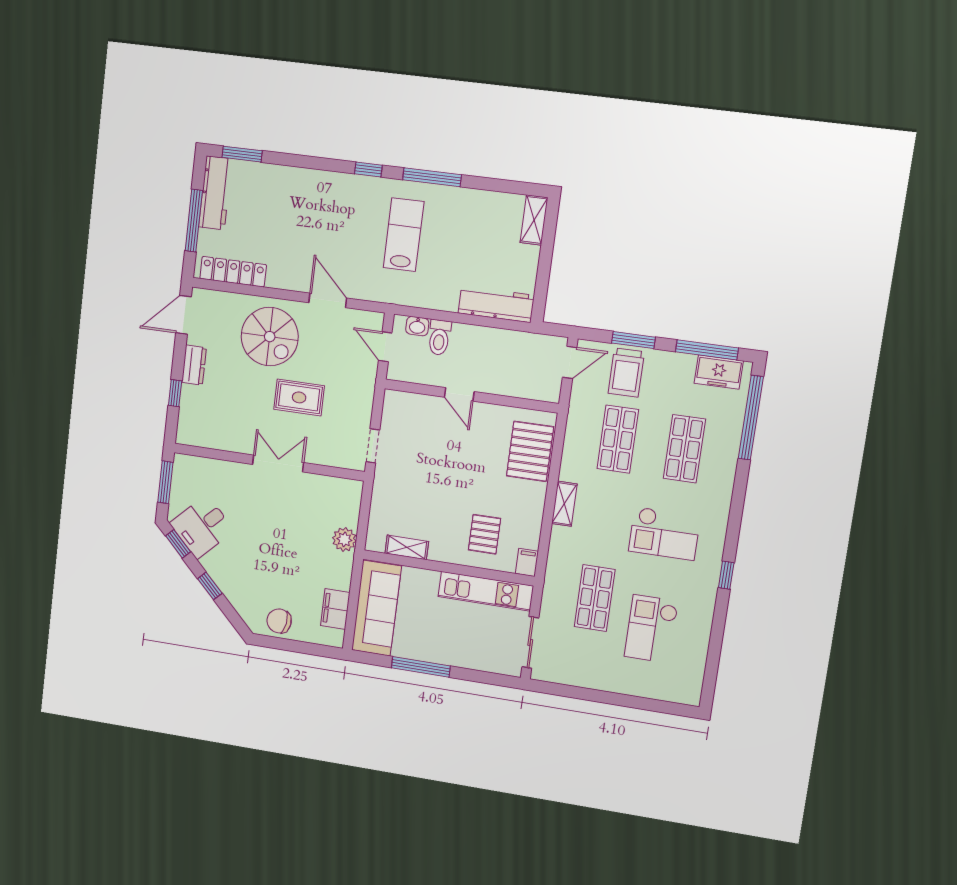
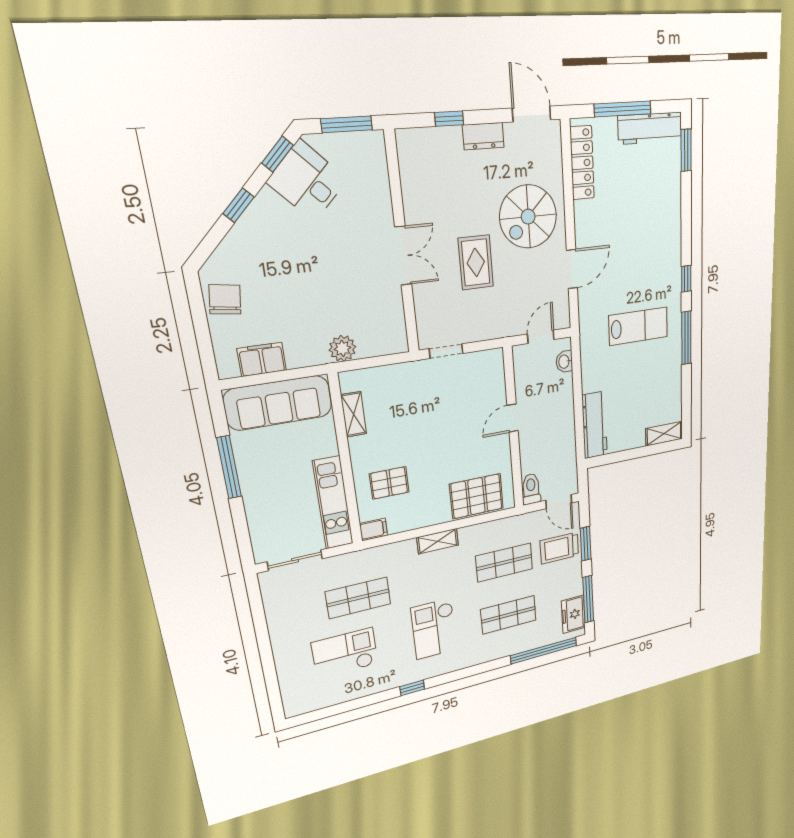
toilet: (439, 337) -> (531, 489), moved, turned 90

